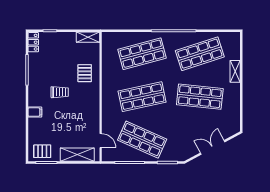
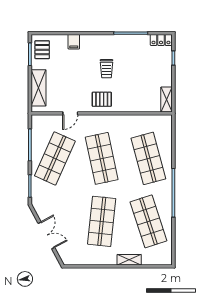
pallet: (85, 73) -> (102, 99), moved
filing cabinet: (35, 112) -> (74, 42), moved
door: (101, 141) -> (70, 113), moved

